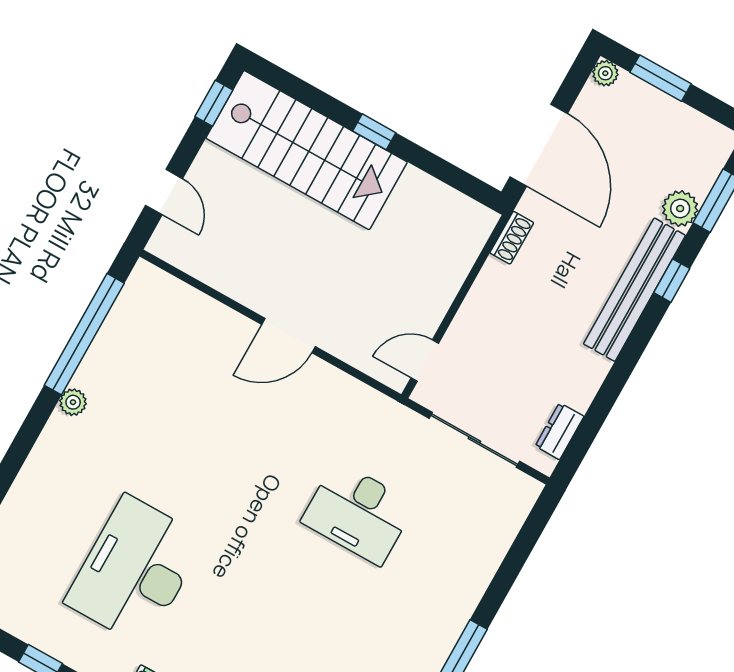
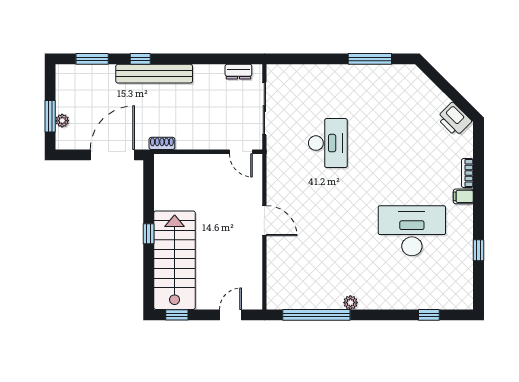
plant: (605, 73) -> (62, 121), moved
plant: (680, 209) -> (105, 74), removed
desk: (135, 571) -> (412, 231), turned 180

